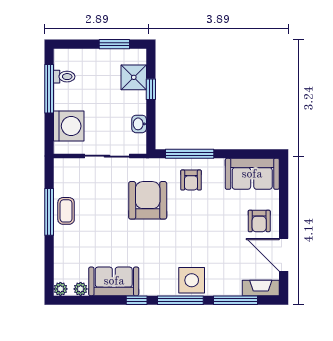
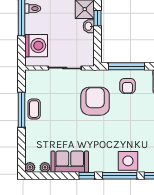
washbasin: (139, 124) -> (89, 26), moved

